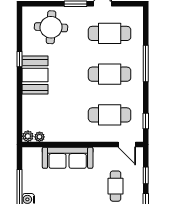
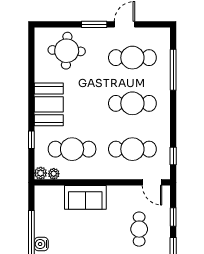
window: (20, 59) -> (31, 140), moved
window: (146, 64) -> (173, 70), moved
cafe table: (56, 115) -> (72, 149), added
sofa: (68, 158) -> (85, 197), width x0.73

